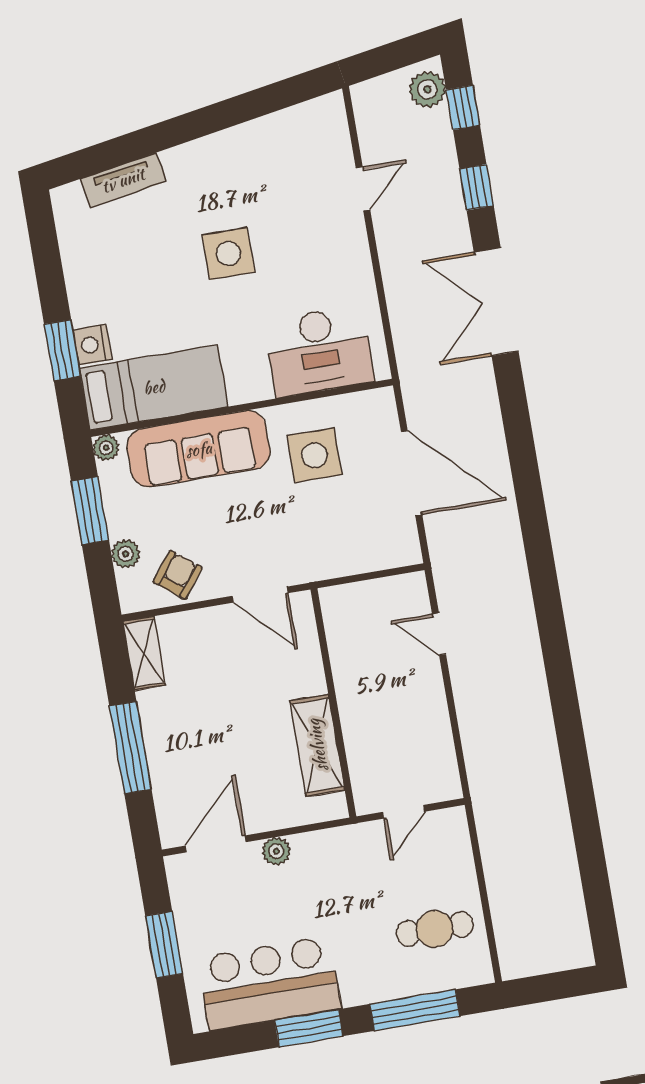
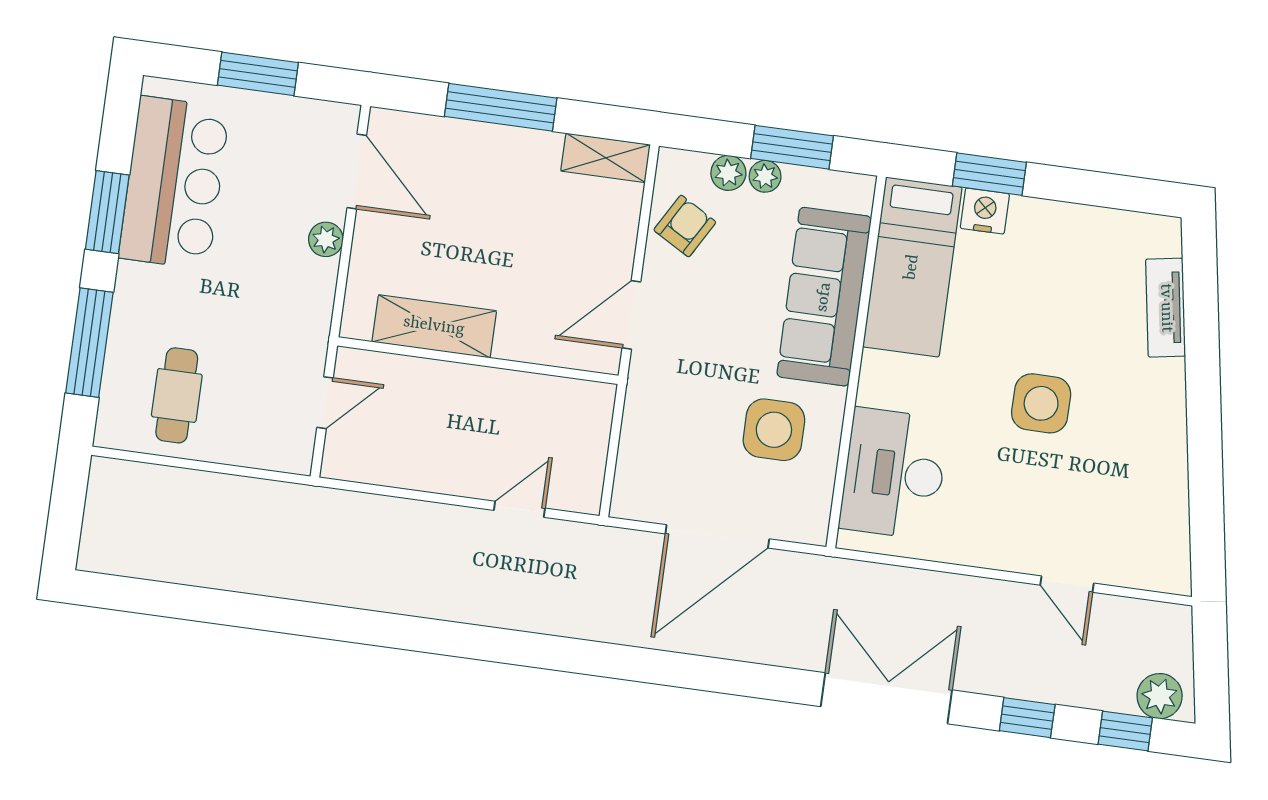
plant: (106, 448) -> (765, 176), moved
armchair: (178, 575) -> (685, 226), turned -98
door: (404, 812) -> (325, 403), swing flipped

